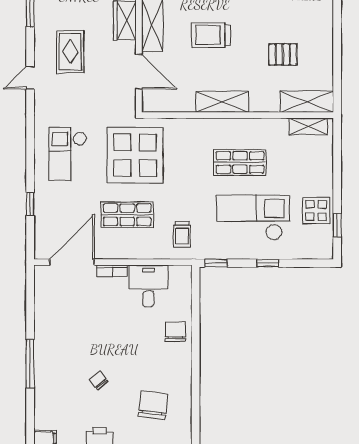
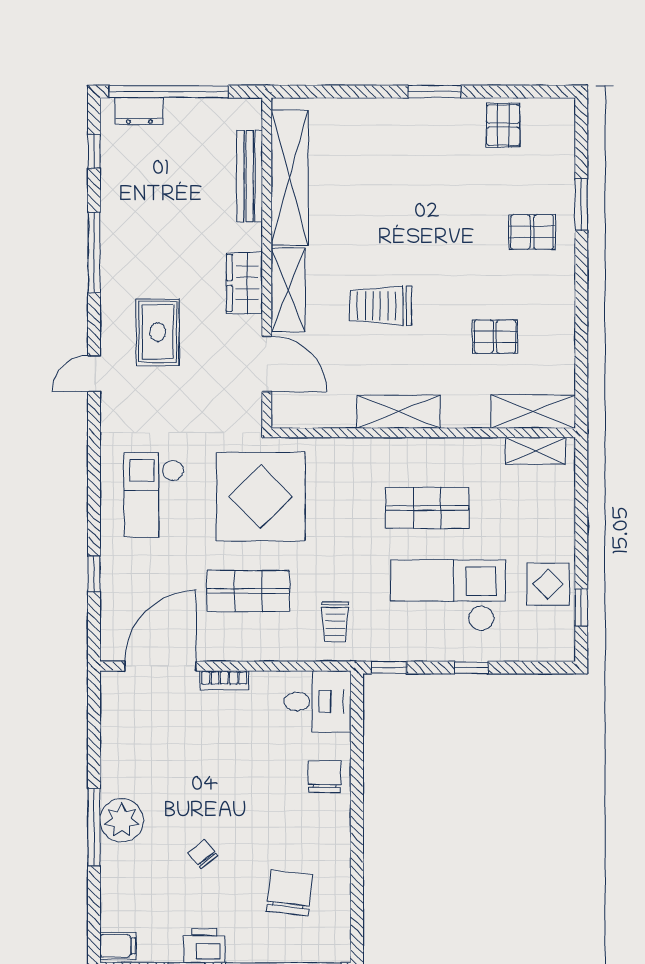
desk: (148, 286) -> (318, 701), moved, turned 90
plant: (48, 359) -> (122, 820), added

